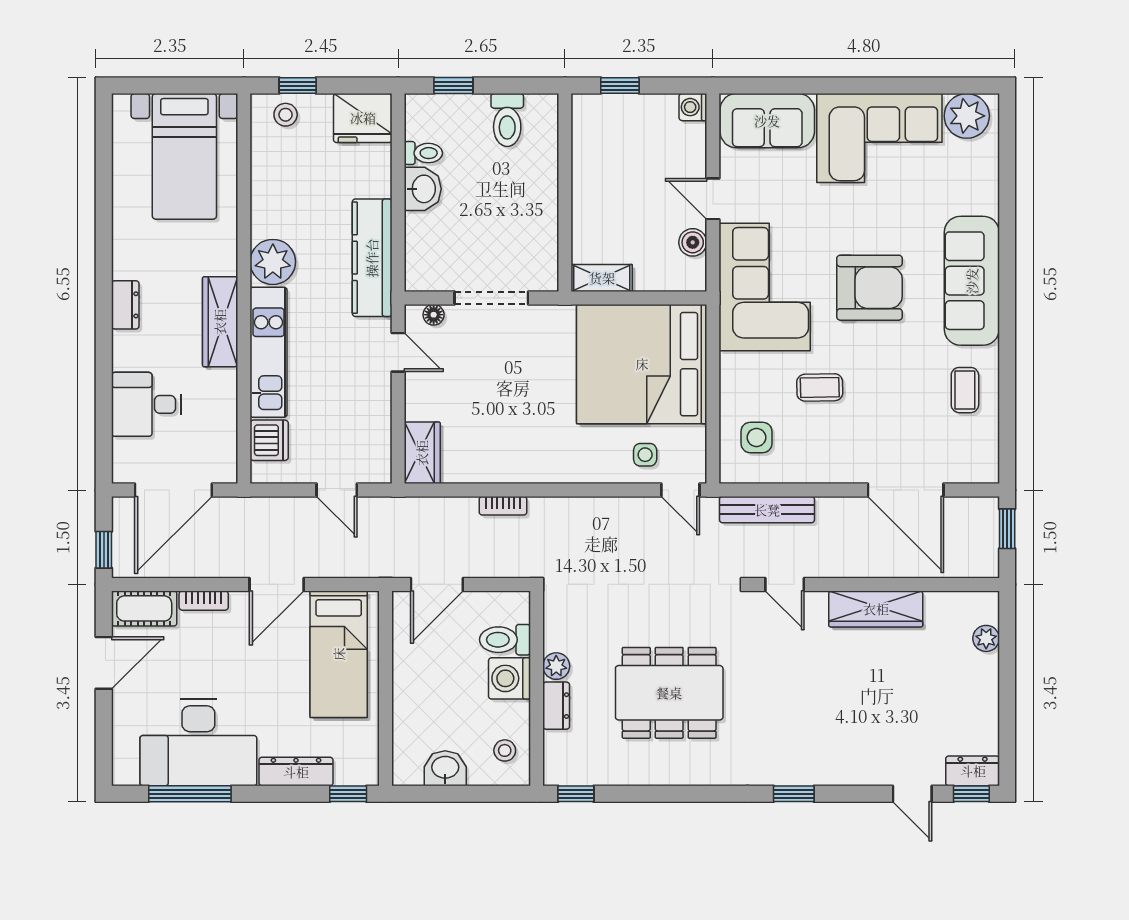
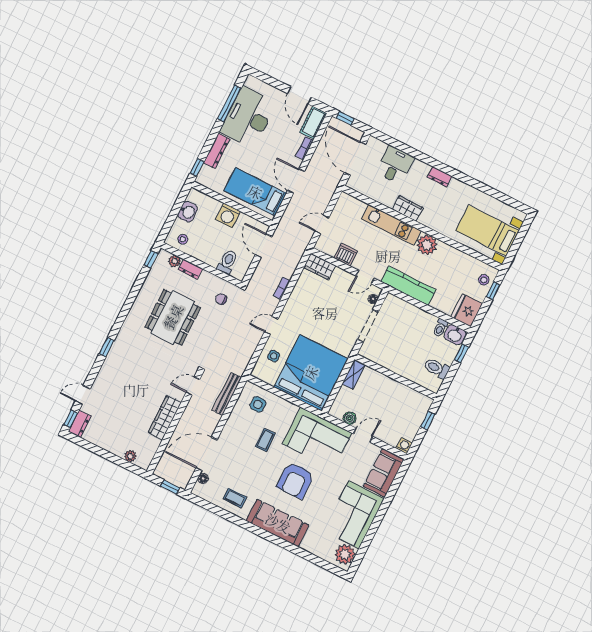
washbasin: (423, 189) -> (455, 335), moved
wardrobe: (220, 322) -> (407, 208), width x0.67
dishwasher: (269, 440) -> (346, 255), moved, turned 180
floor lamp: (958, 472) -> (203, 478), added
door: (680, 490) -> (271, 325), moved
chair: (585, 615) -> (221, 299), added
plant: (556, 666) -> (175, 261), moved
washing machine: (509, 678) -> (228, 215), moved, turned 180

